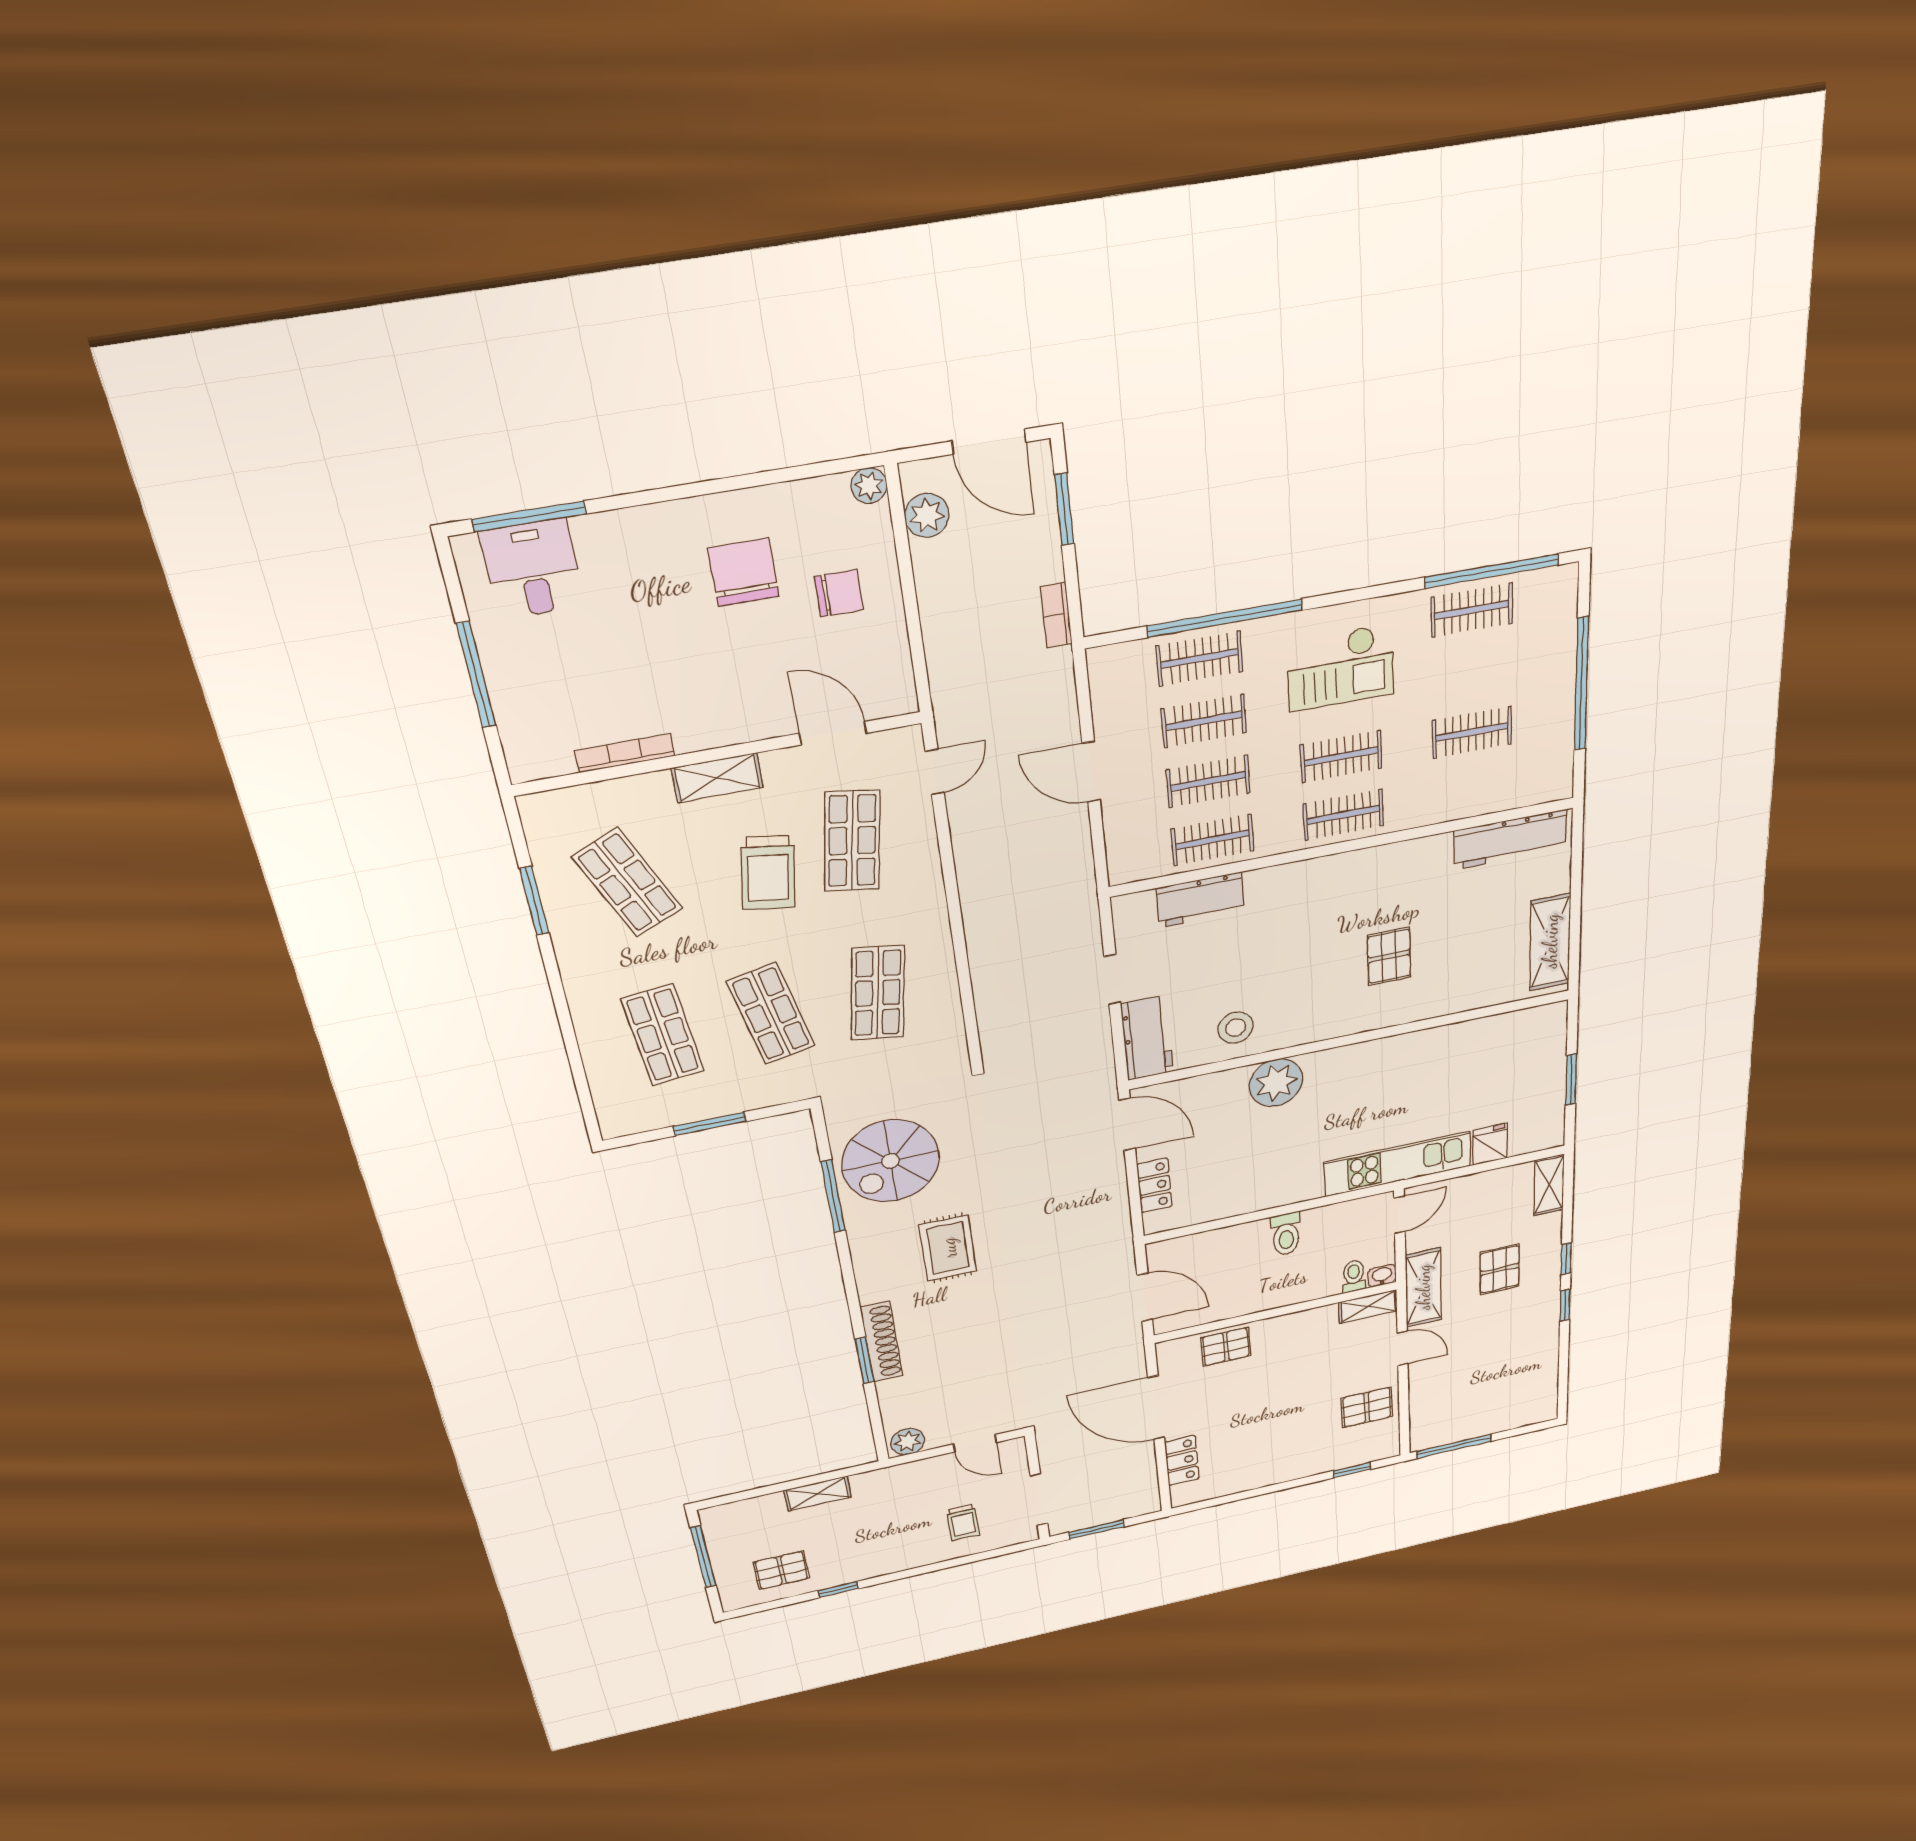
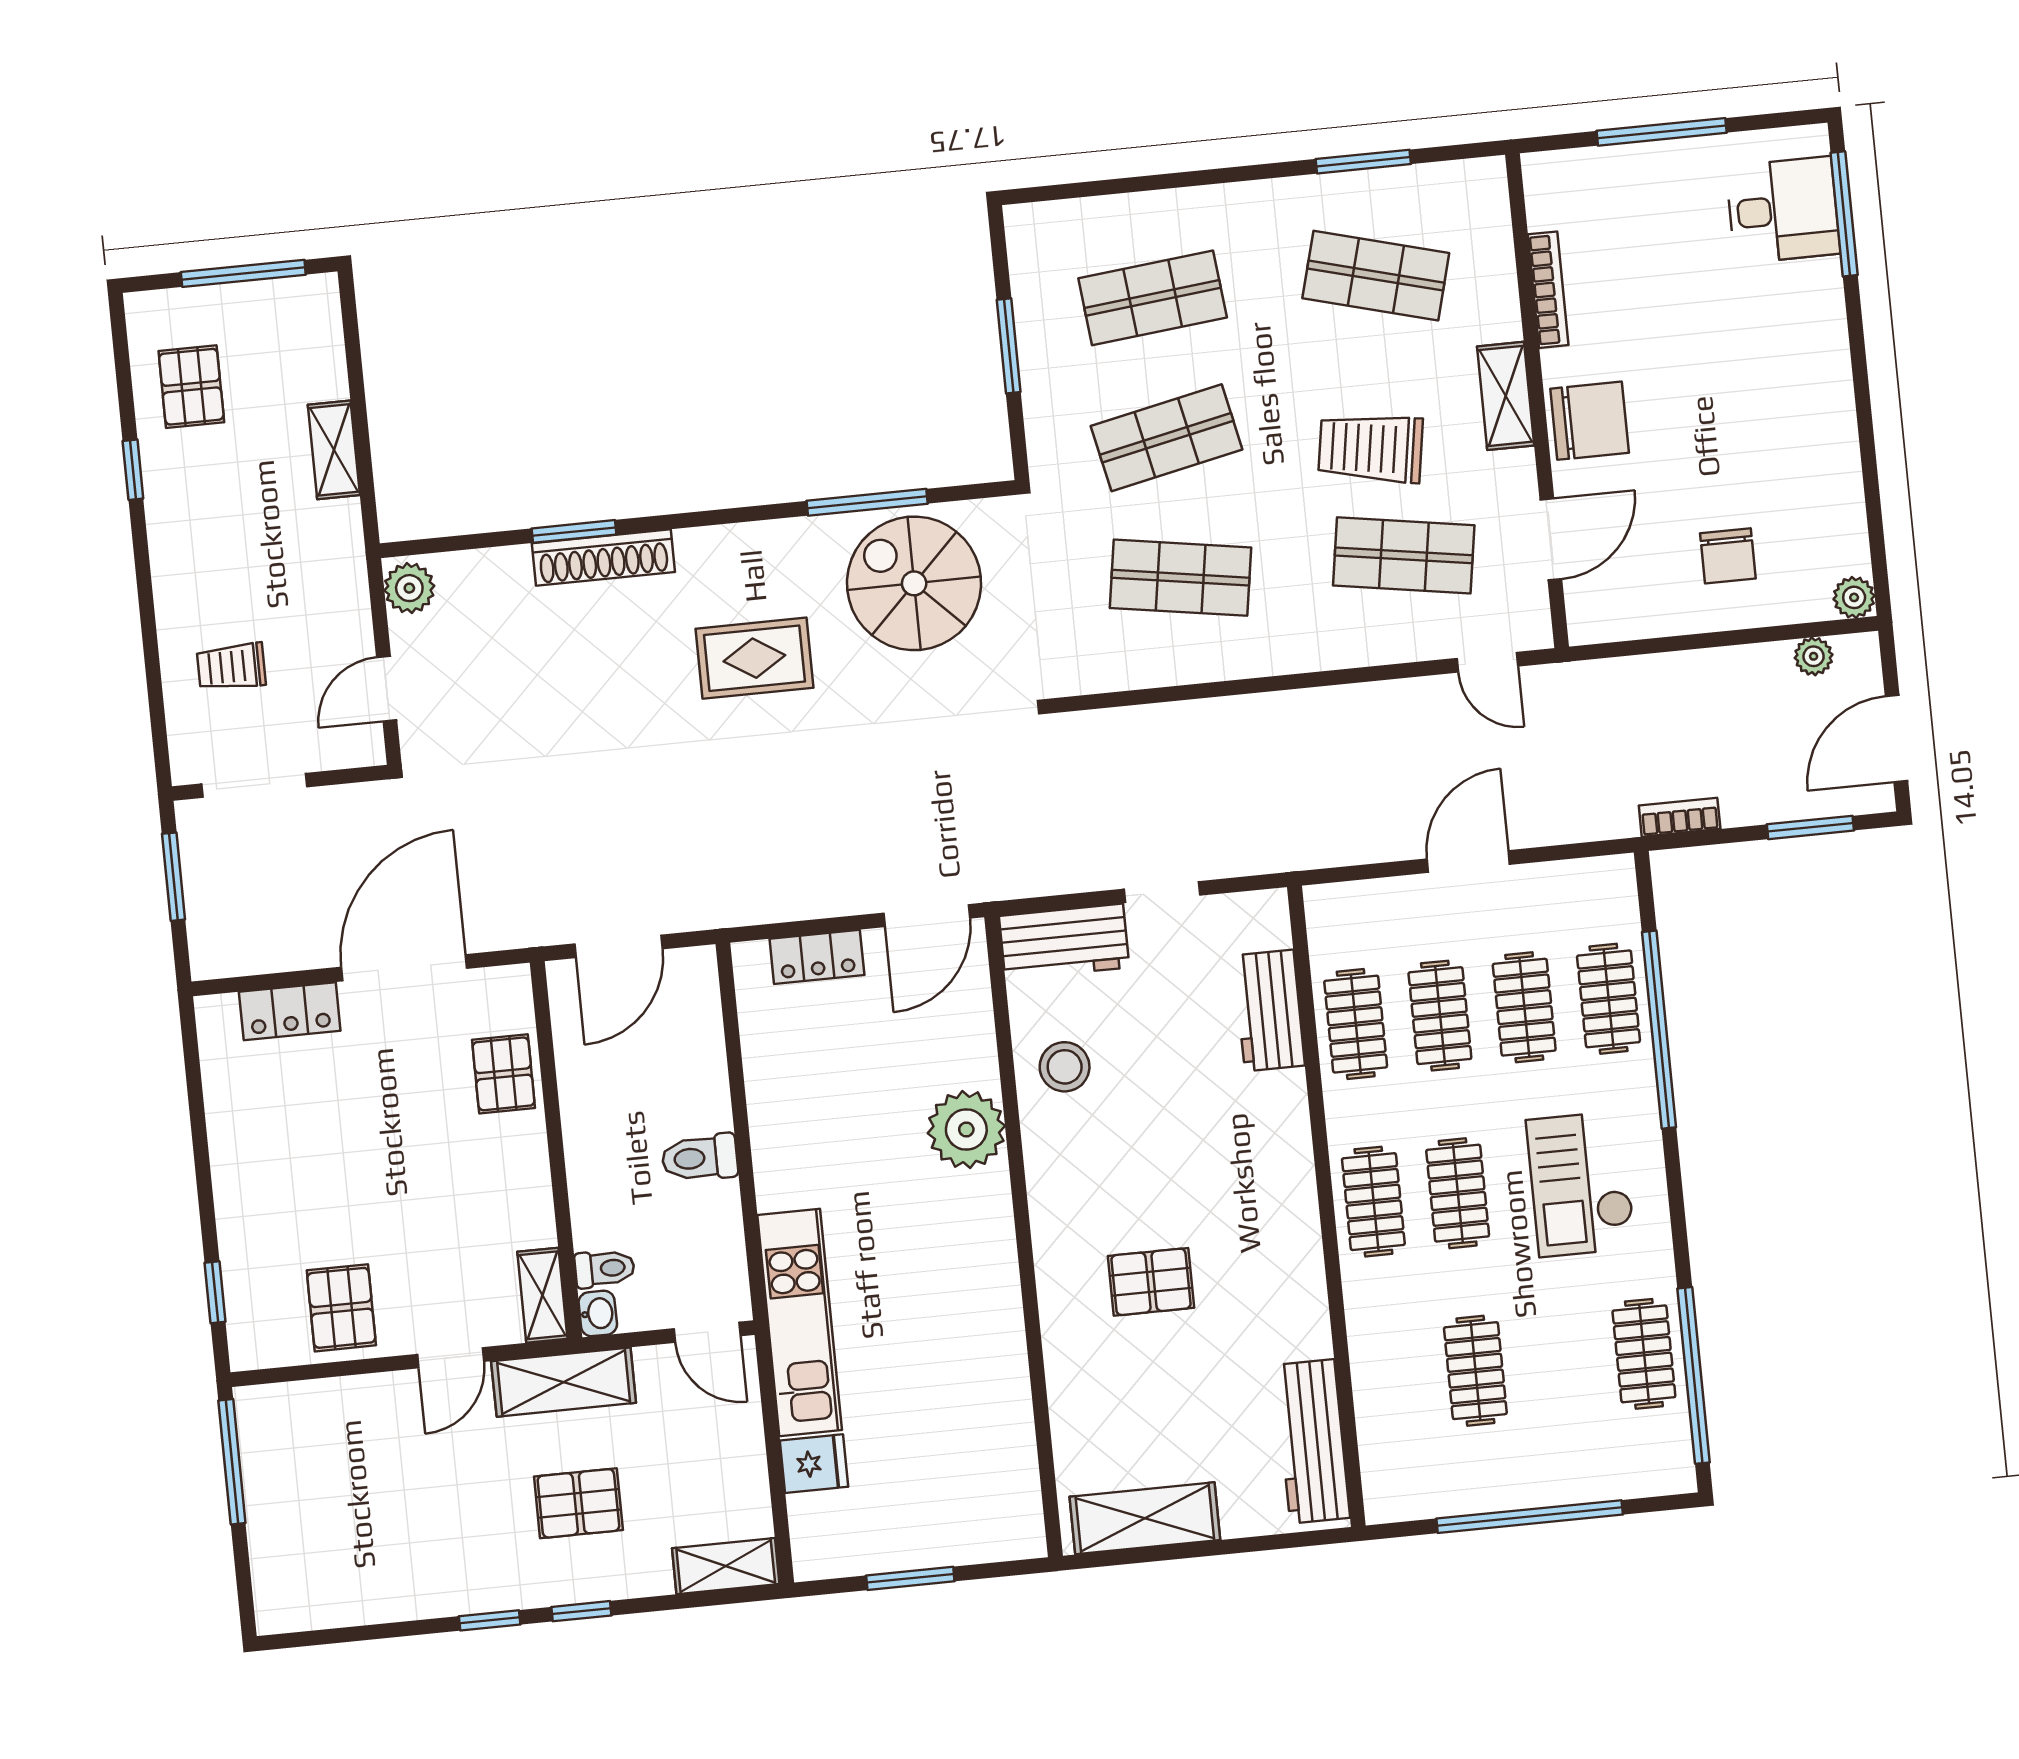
plant: (927, 515) -> (1814, 656), width x0.73, depth x0.73
chair: (744, 572) -> (1590, 421), moved
shop shelf: (627, 883) -> (1376, 276), turned 39

